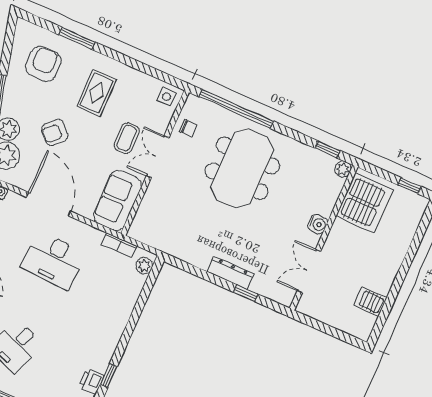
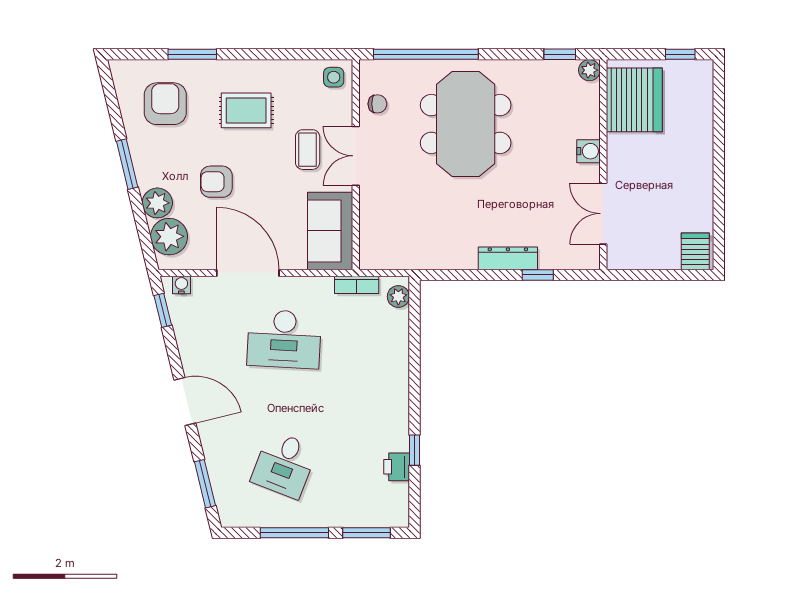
rug: (97, 93) -> (246, 110), turned 90
armchair: (55, 132) -> (216, 182), turned 44
server rack: (370, 302) -> (695, 251), moved, turned 90

